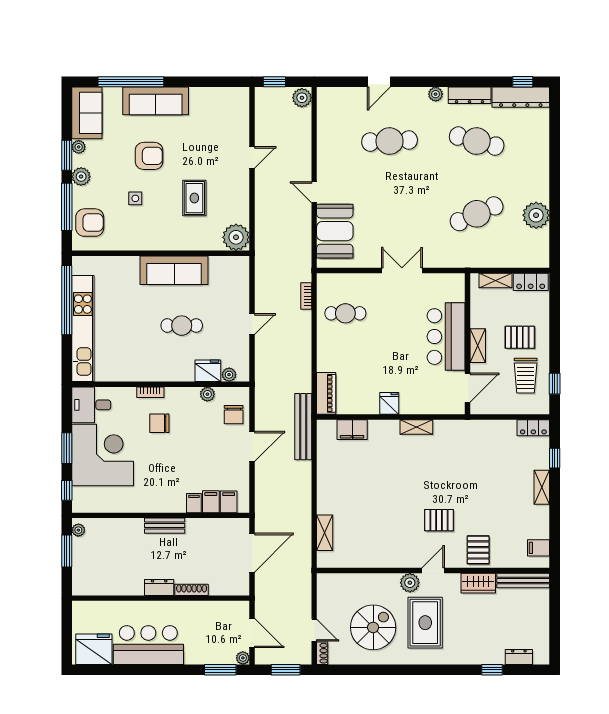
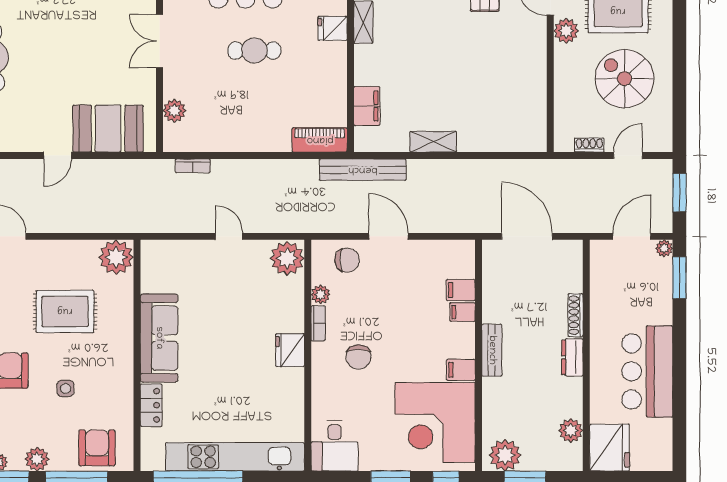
rug: (194, 198) -> (65, 311), width x1.36, depth x1.43
locker: (122, 264) -> (151, 405), added
plant: (349, 282) -> (174, 111), added
cafe table: (345, 313) -> (254, 51), moved, turned 90
cafe table: (182, 326) -> (231, 328), removed
fridge: (208, 371) -> (290, 350), moved
plant: (229, 375) -> (287, 258), width x1.88, depth x1.88
bookcase: (150, 392) -> (318, 323), moved
fridge: (389, 403) -> (333, 28), moved
corner desk: (103, 455) -> (435, 422), moved, turned -90
filing cabinet: (229, 502) -> (461, 370), moved
plant: (78, 530) -> (505, 455), width x1.87, depth x1.87
shelving: (325, 533) -> (433, 142), moved
plant: (103, 586) -> (571, 431), added
fridge: (94, 649) -> (610, 448), moved, turned 180
shoe rack: (322, 653) -> (589, 145), moved

